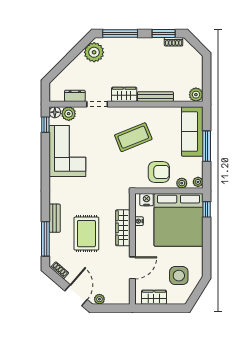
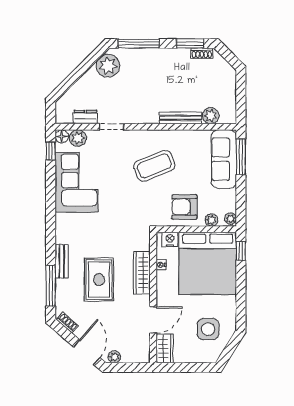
wardrobe: (124, 94) -> (143, 115), removed
plant: (196, 95) -> (211, 116), moved
window: (207, 146) -> (241, 157), moved
armchair: (159, 172) -> (184, 207), turned 180
wardrobe: (154, 297) -> (165, 348), moved, turned 90

